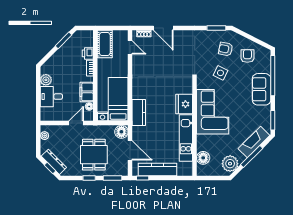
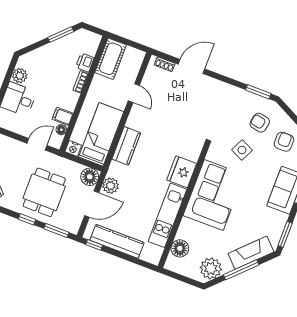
door: (163, 28) -> (192, 66), swing flipped
door: (130, 47) -> (134, 93), moved
filing cabinet: (87, 92) -> (63, 116), width x0.50
kitchen counter: (139, 112) -> (126, 146), moved
plant: (138, 132) -> (110, 186), added
door: (130, 150) -> (92, 204), hinge flipped

